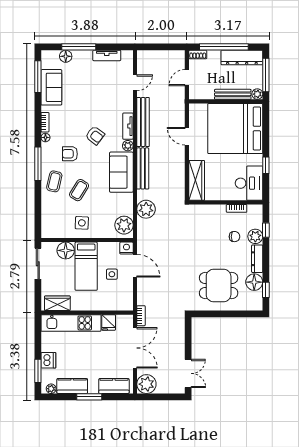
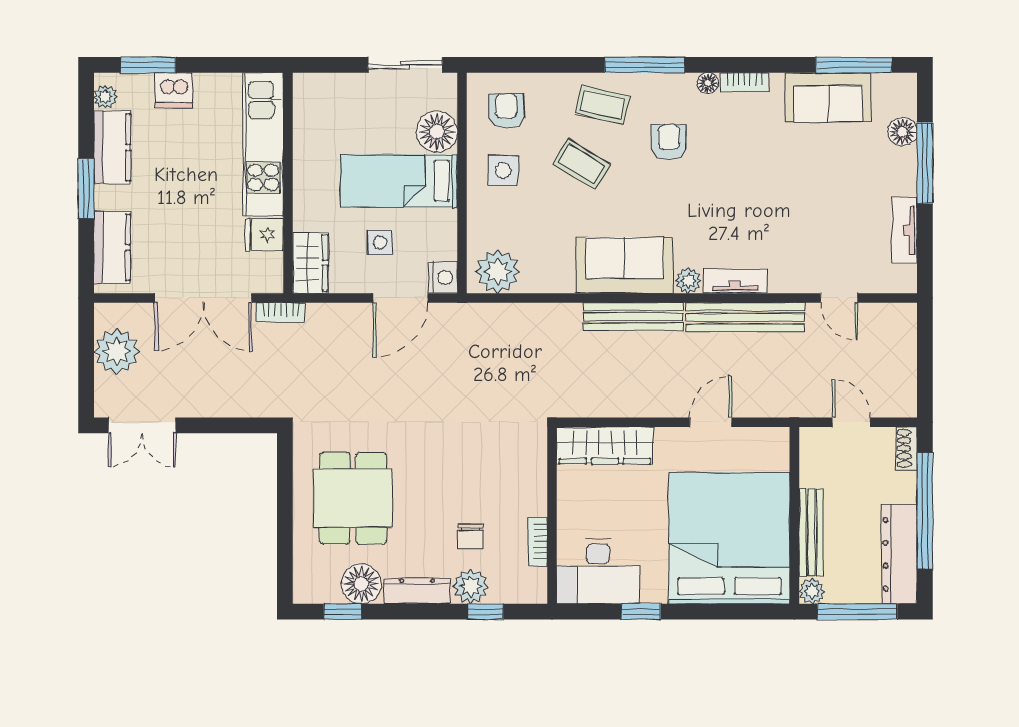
armchair: (95, 135) -> (506, 111), moved, turned 143
plant: (146, 209) -> (536, 324), removed
wardrobe: (57, 303) -> (310, 263), moved
plant: (146, 384) -> (117, 351), moved

